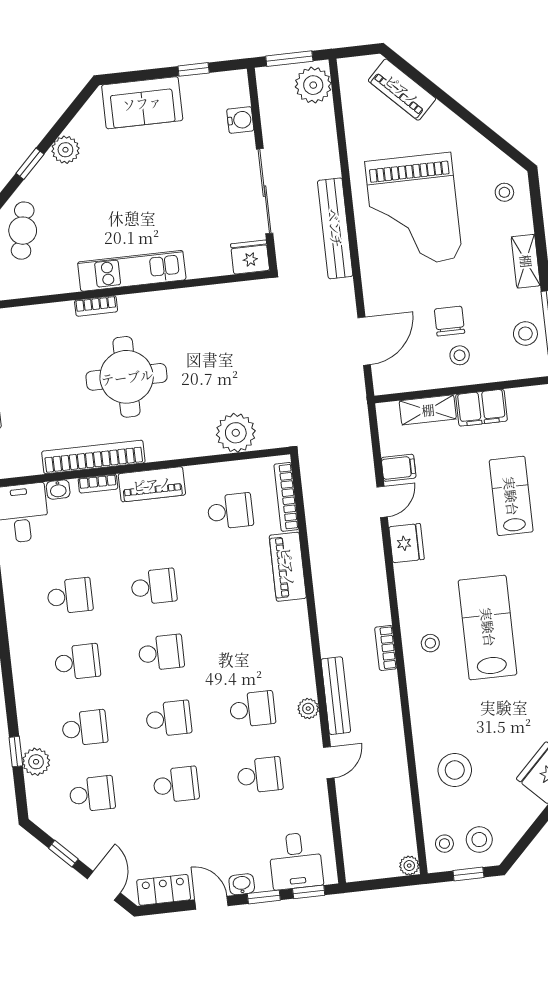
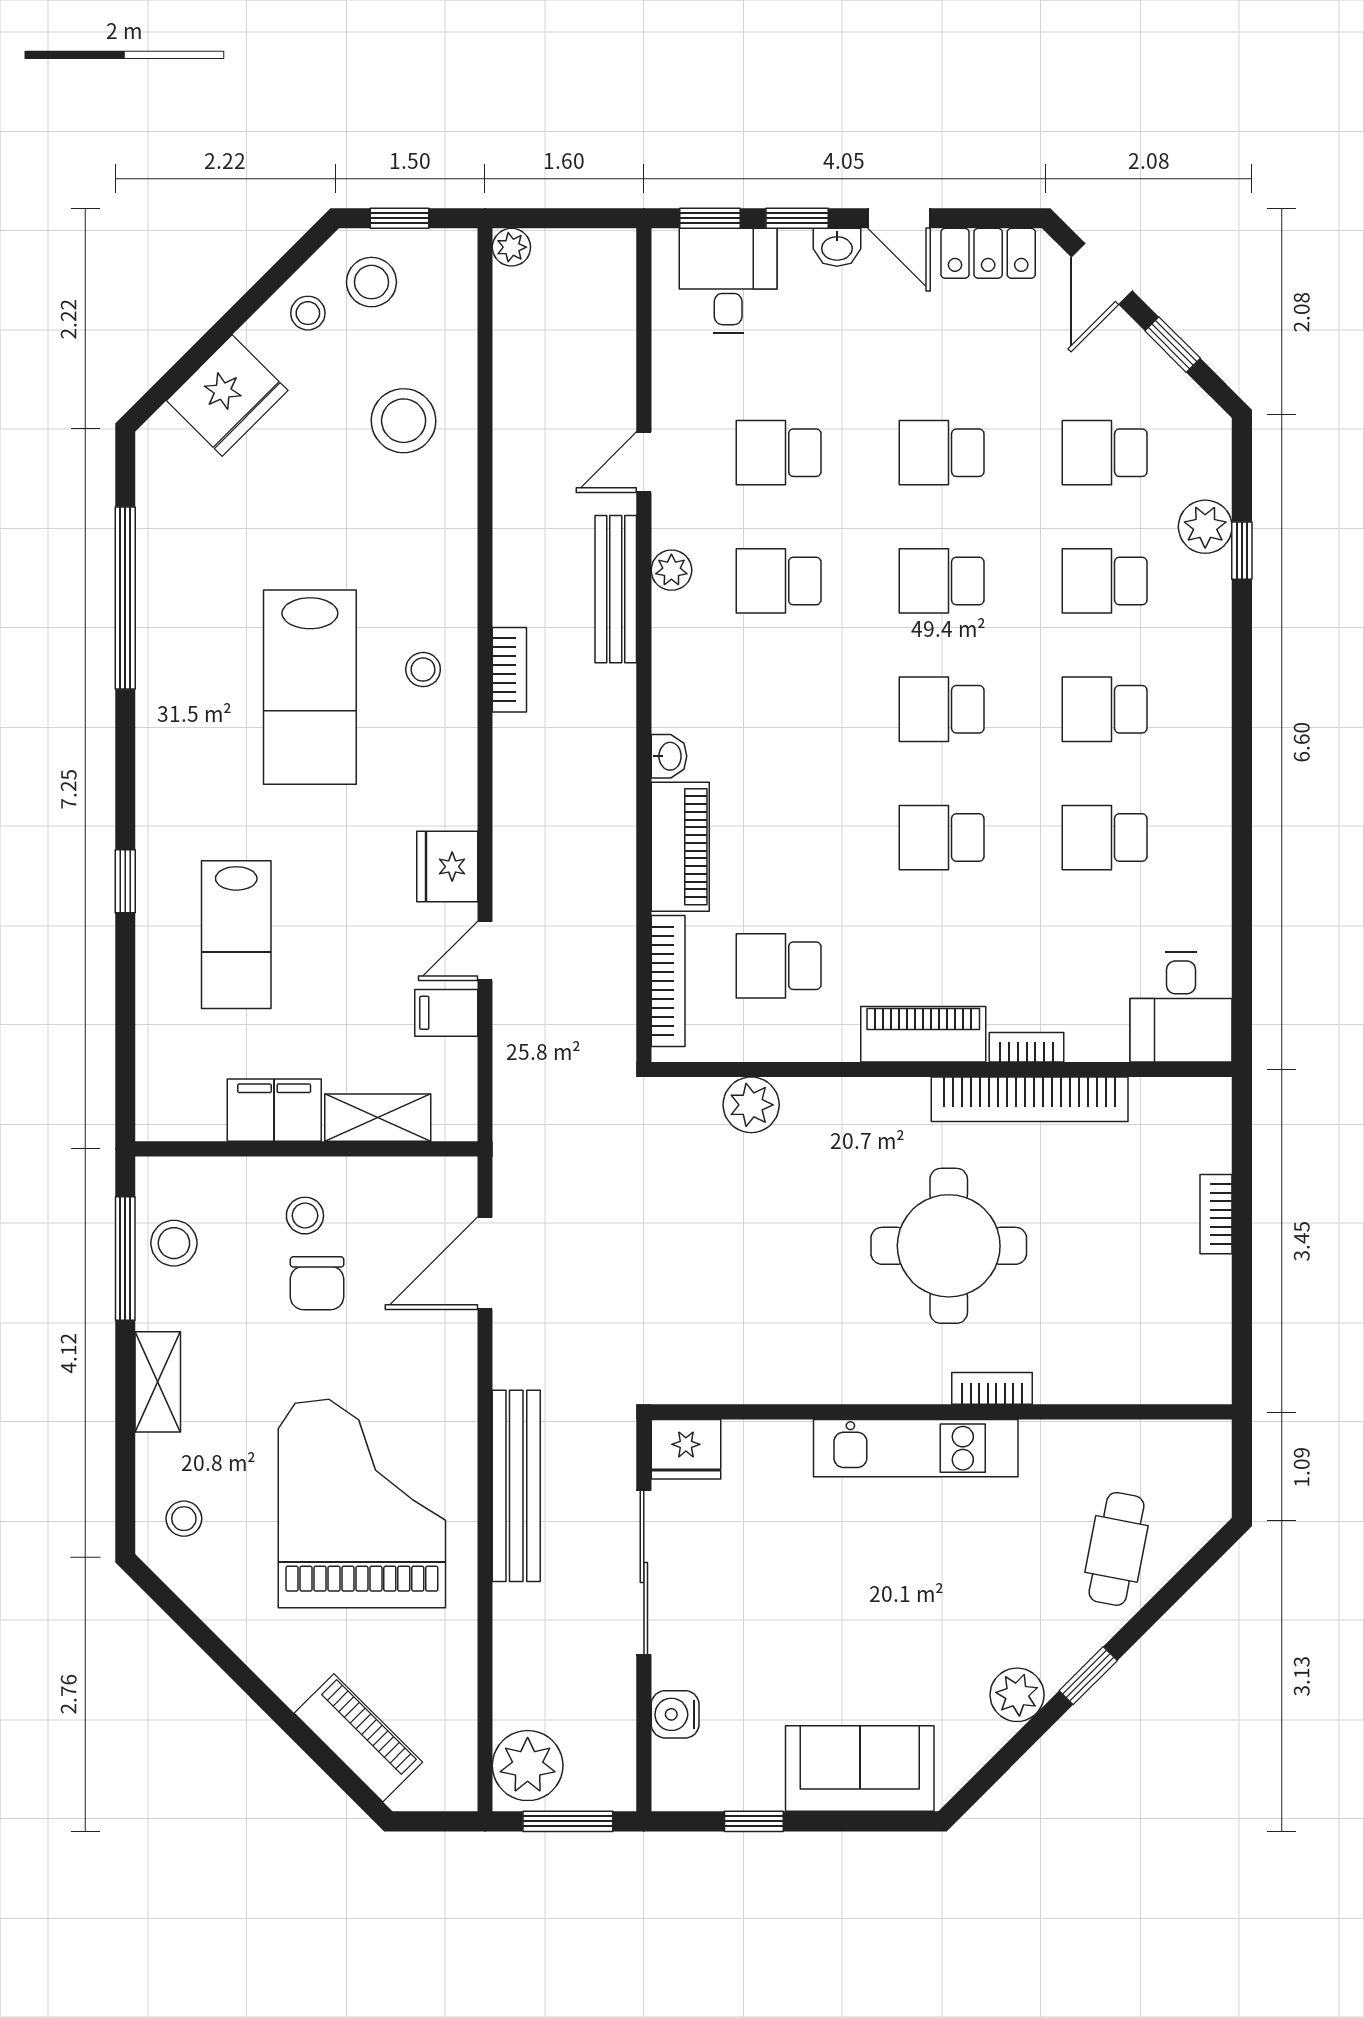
plant: (236, 433) -> (751, 1105), width x0.73, depth x0.73
washbasin: (58, 490) -> (669, 756), moved, turned 90
stool: (444, 844) -> (308, 313), moved

